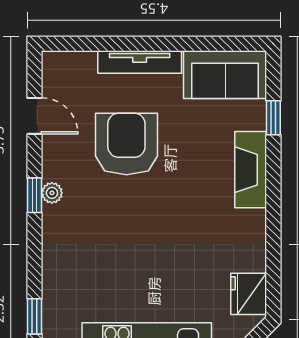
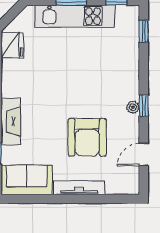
door: (34, 116) -> (144, 154), hinge flipped

